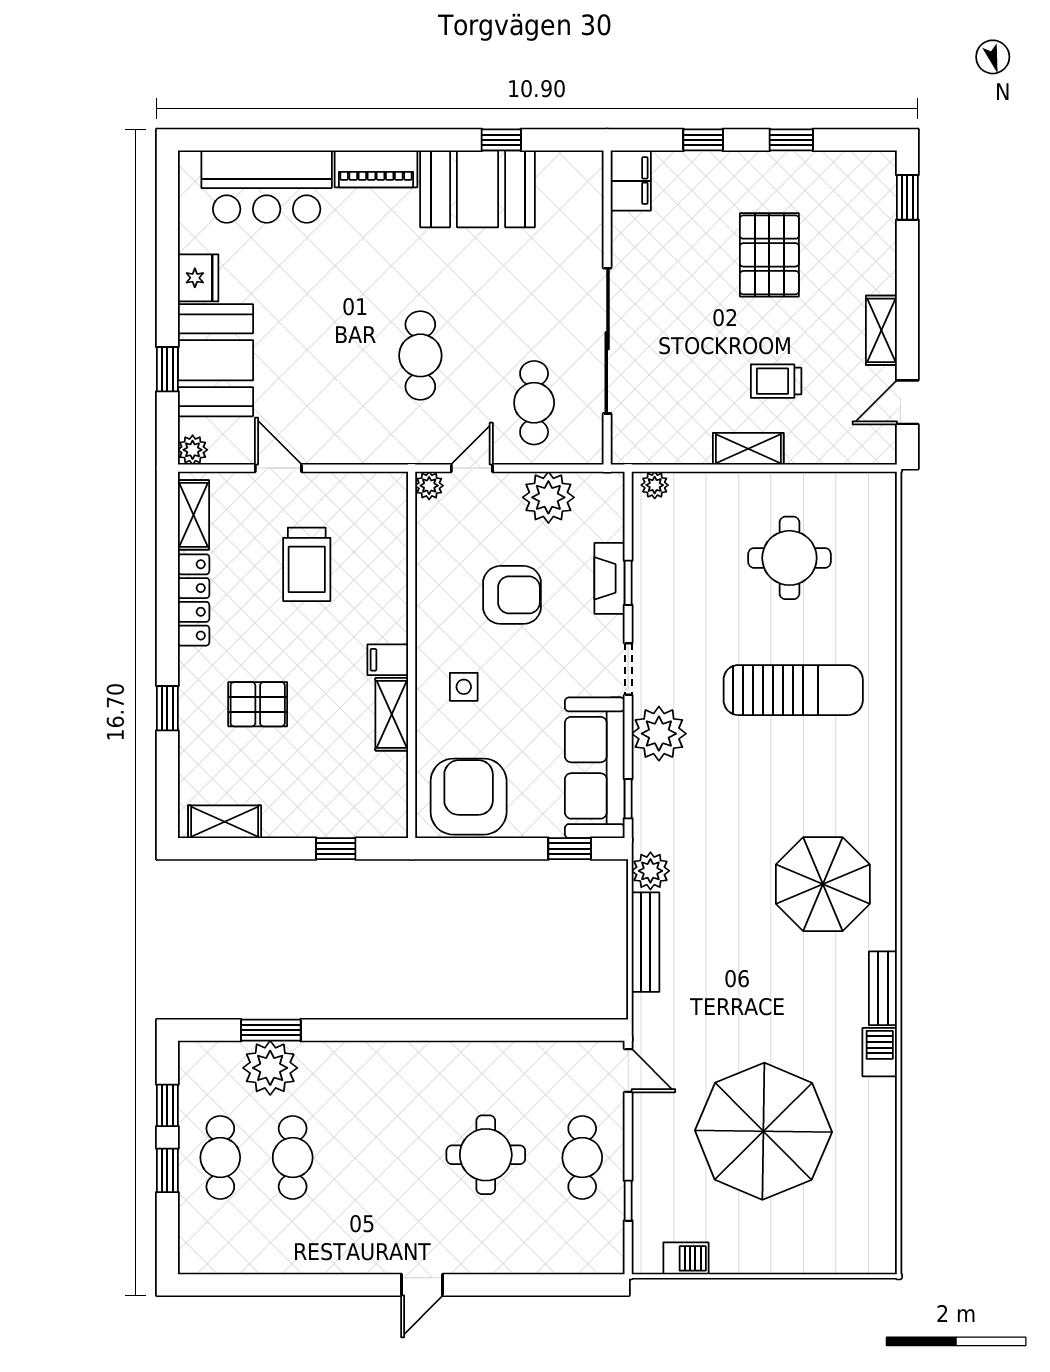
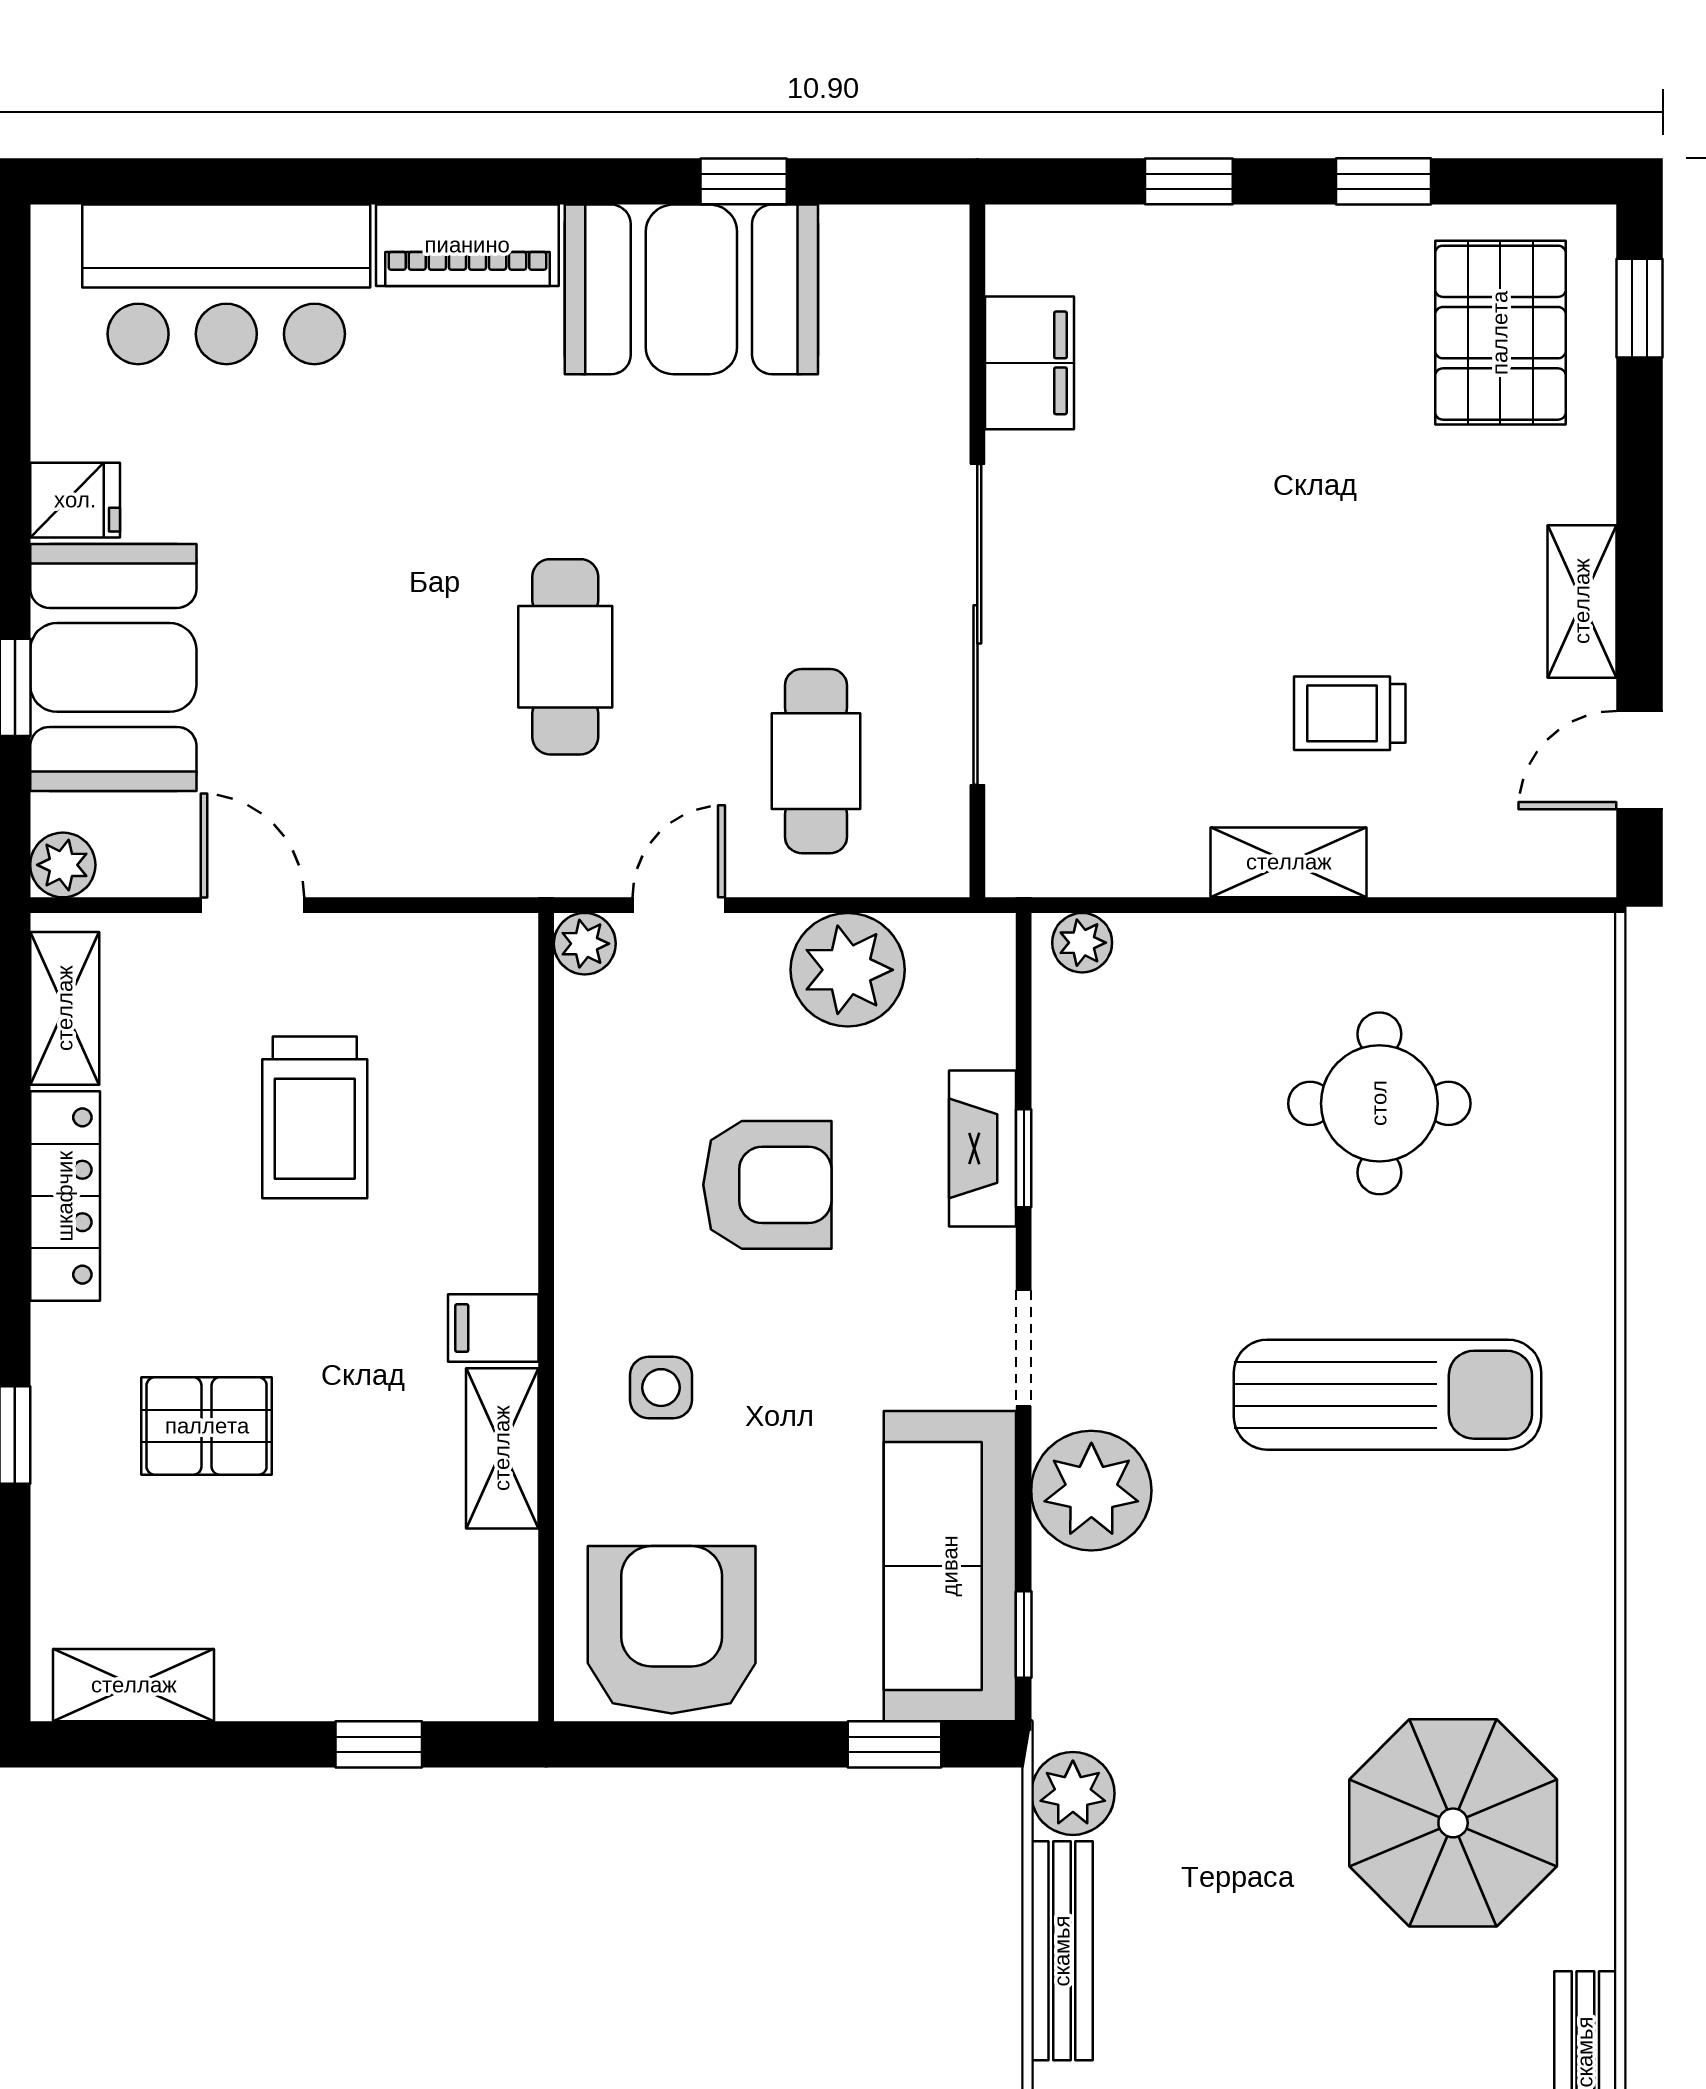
filing cabinet: (631, 181) -> (1029, 363), moved
pallet: (769, 255) -> (1500, 333), moved
fridge: (198, 278) -> (75, 500), width x0.72

